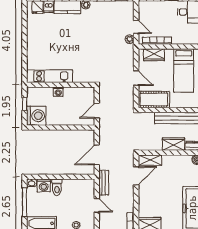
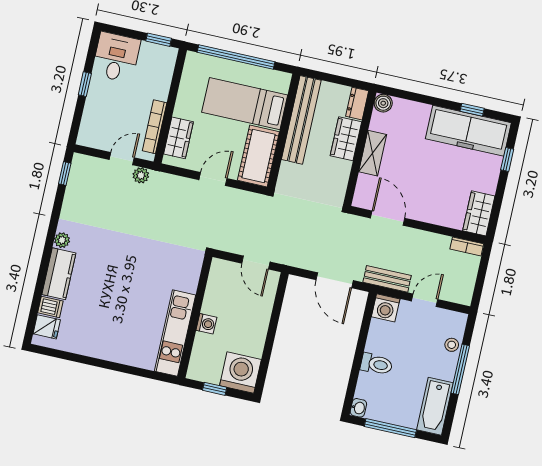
bed: (184, 71) -> (245, 104), moved, turned 180
shelving: (150, 160) -> (373, 153), moved
washing machine: (44, 185) -> (386, 308), moved, turned 90

